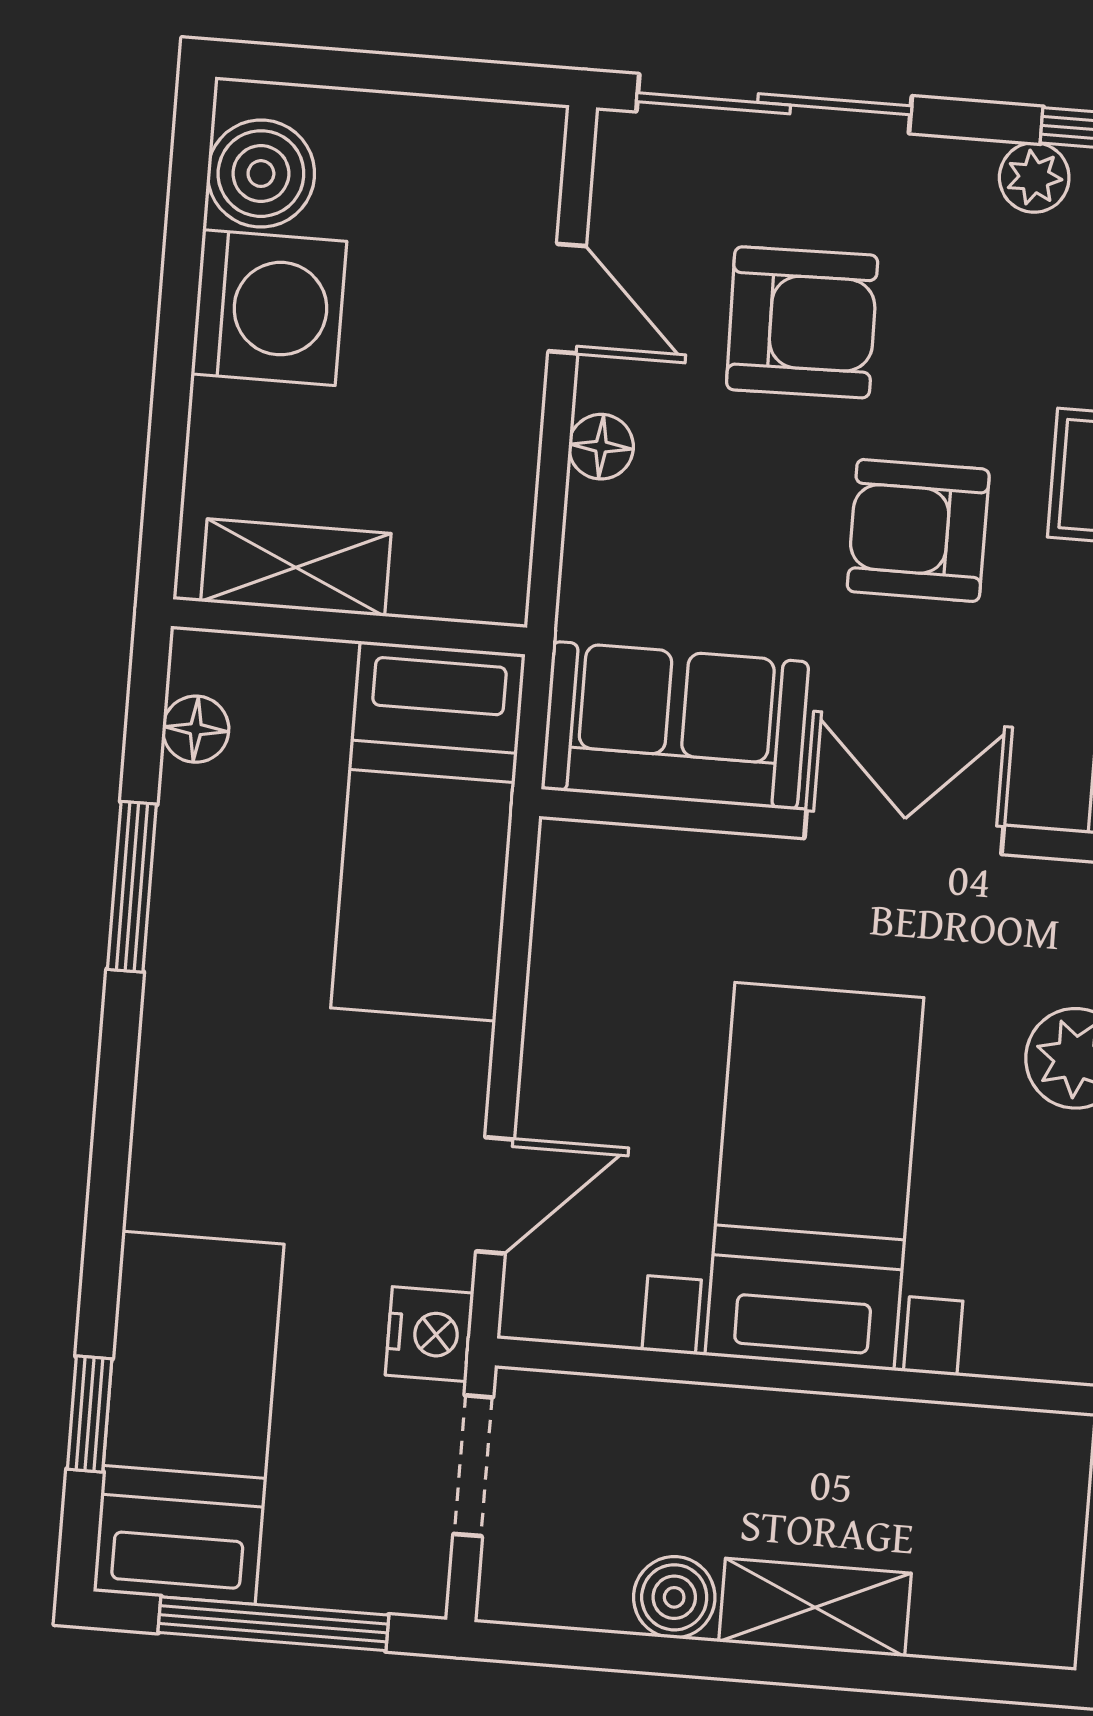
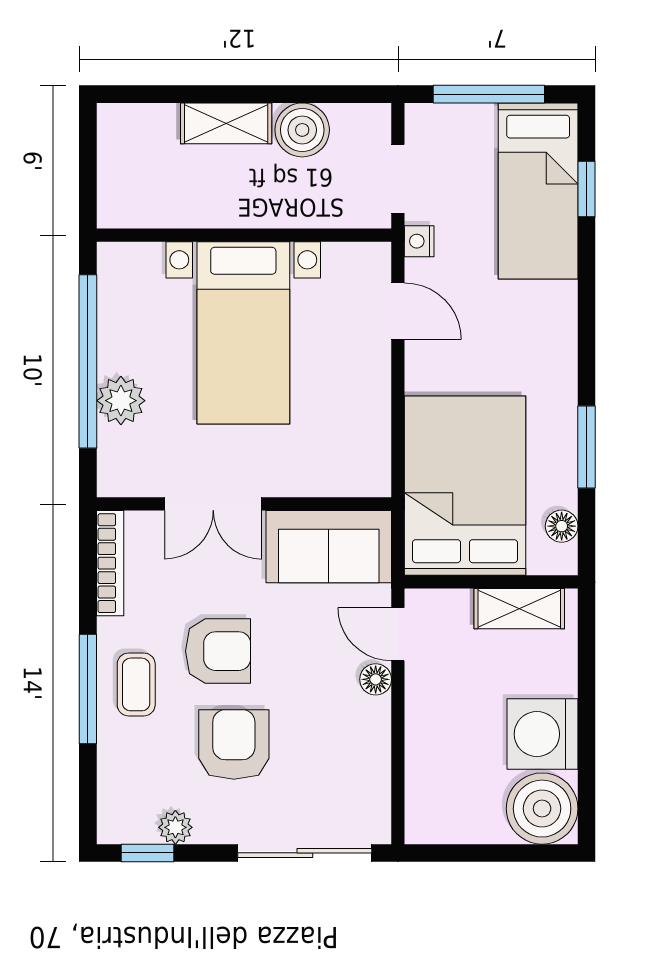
boiler: (261, 174) -> (542, 809), width x1.37, depth x1.37
door: (567, 299) -> (398, 634), moved
armchair: (802, 322) -> (234, 745), moved, turned 91
bed: (428, 831) -> (465, 486), width x1.50
door: (495, 1195) -> (398, 311), swing flipped
nightstand: (429, 1334) -> (419, 241), width x0.72, depth x0.74
boiler: (674, 1597) -> (302, 130), width x1.36, depth x1.36

